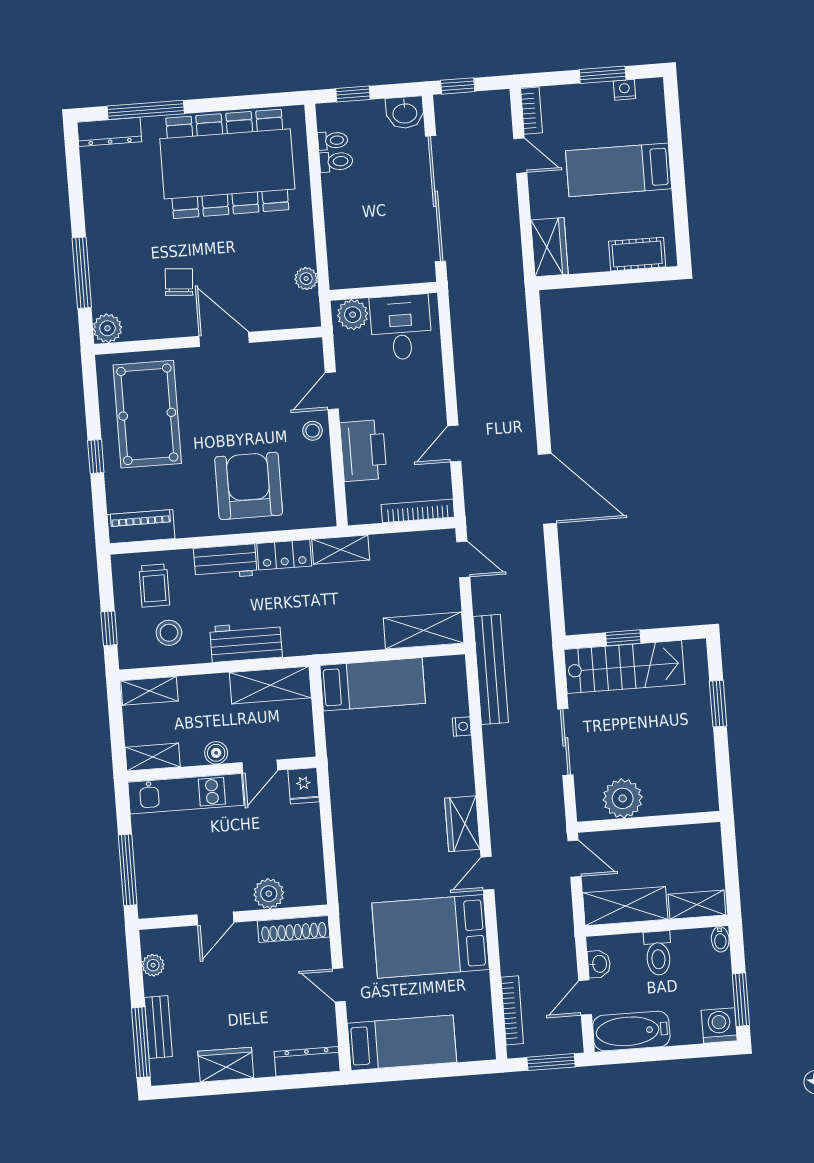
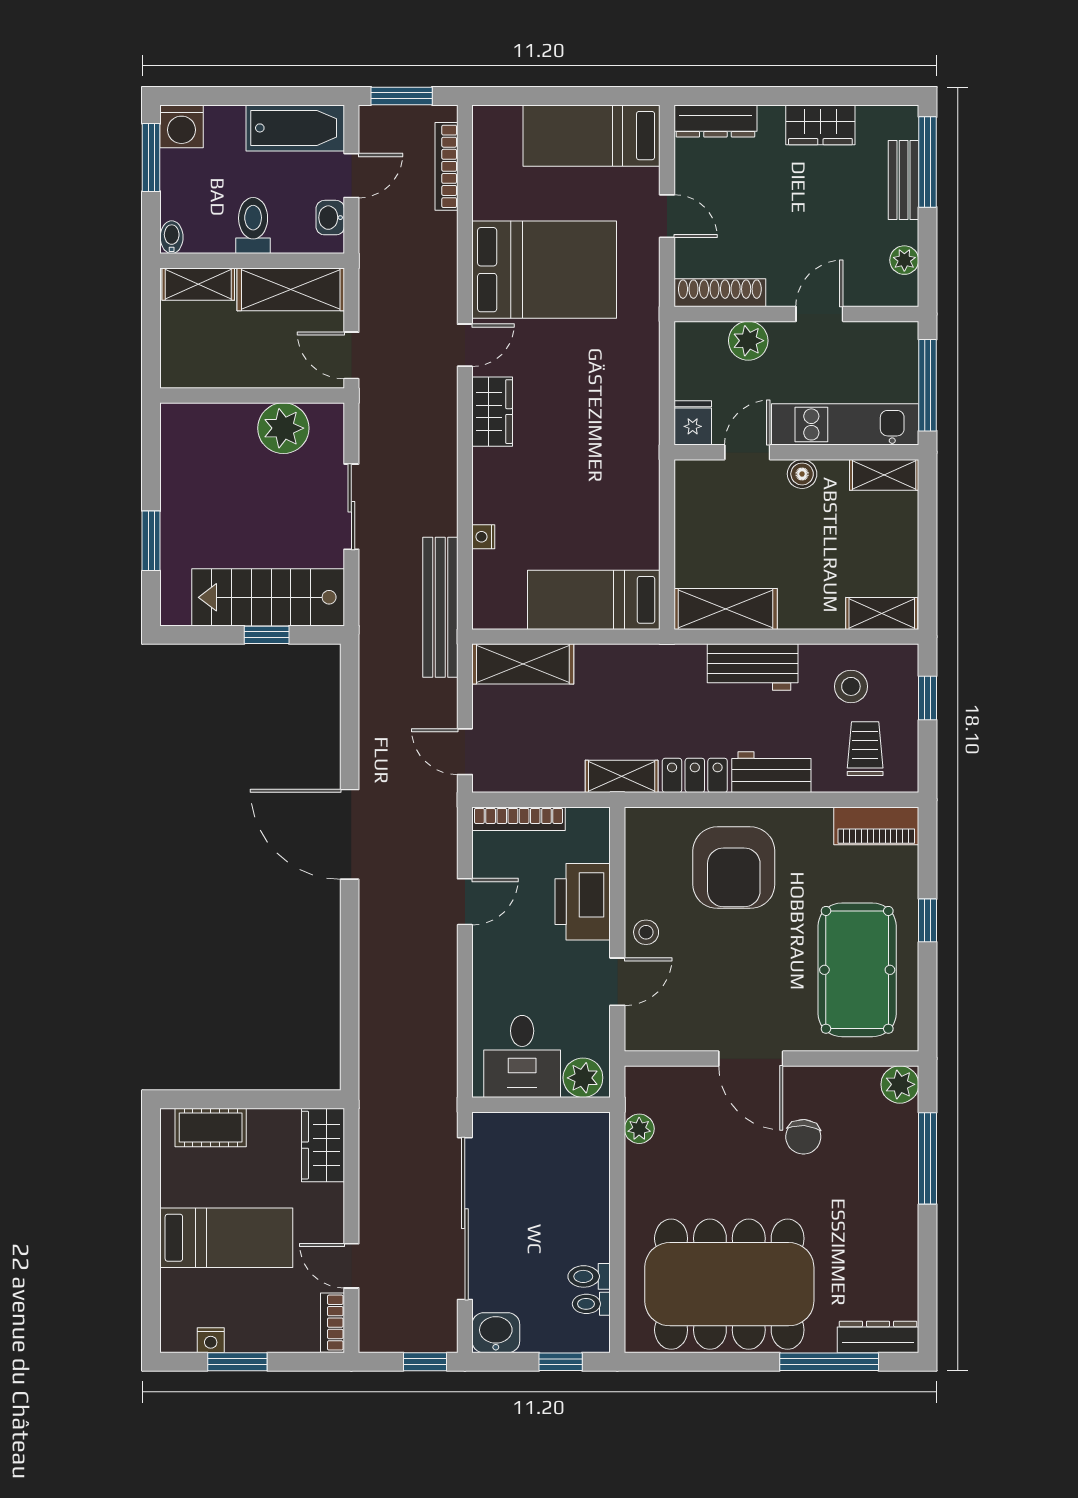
boiler: (216, 753) -> (802, 474), moved
shelving: (153, 757) -> (884, 475), moved
door: (260, 766) -> (747, 452), moved
wall: (222, 769) -> (796, 452), moved
fridge: (304, 786) -> (693, 423), moved
kitchen unit: (186, 794) -> (845, 424), moved

